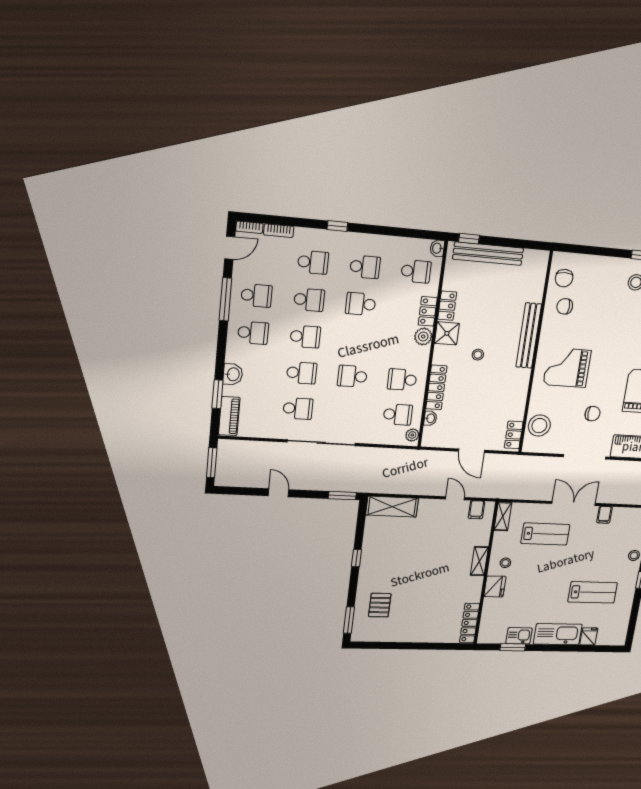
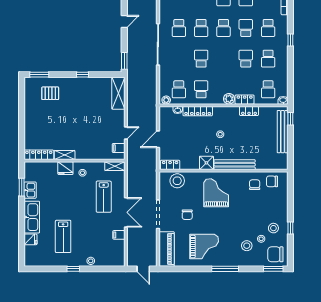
school desk: (309, 300) -> (246, 28), turned 180
shower: (447, 333) -> (206, 163), moved
shelving: (479, 561) -> (65, 155), moved

